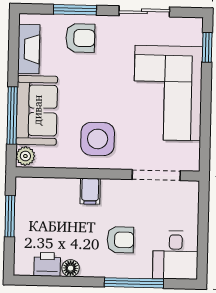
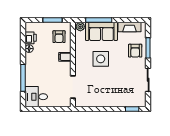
corner sofa: (168, 93) -> (111, 91), removed
side table: (98, 139) -> (101, 59), moved
armchair: (120, 240) -> (59, 37), moved

